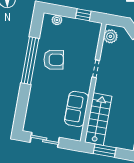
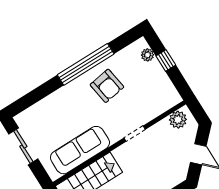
window: (83, 15) -> (166, 61), moved
sofa: (77, 109) -> (80, 150), width x1.36

